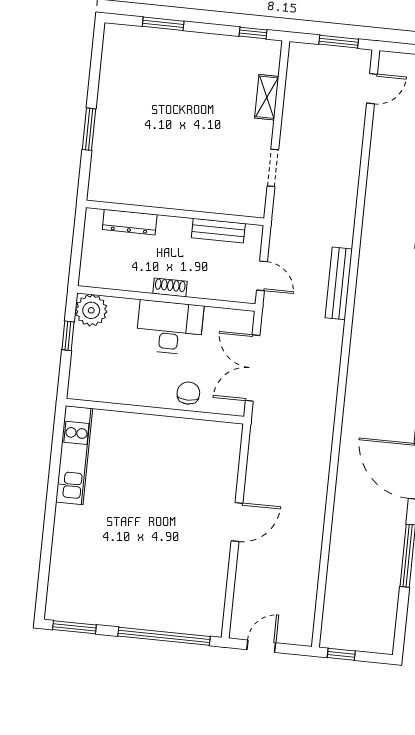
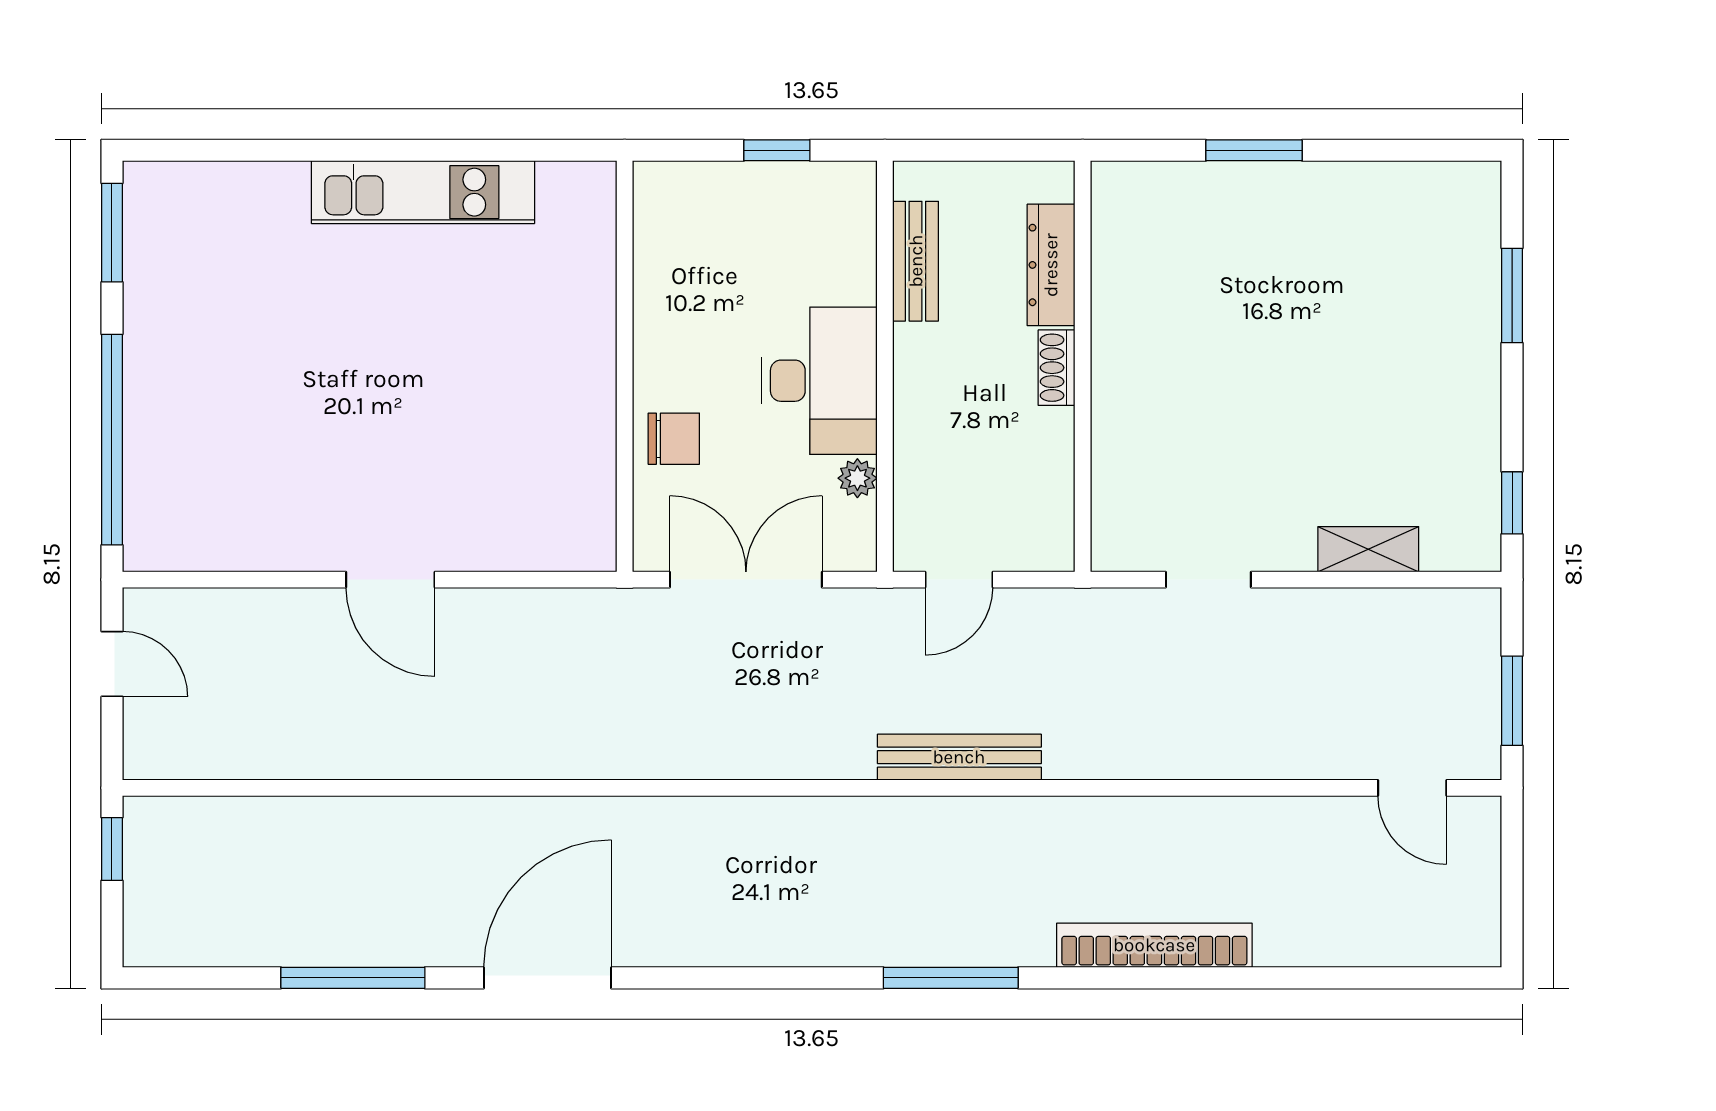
bench: (218, 231) -> (916, 261), moved
shoe rack: (170, 287) -> (1056, 368), moved, turned 180
plant: (91, 310) -> (857, 478), moved, width x0.53, depth x0.53
kitchen unit: (74, 455) -> (423, 192), moved

